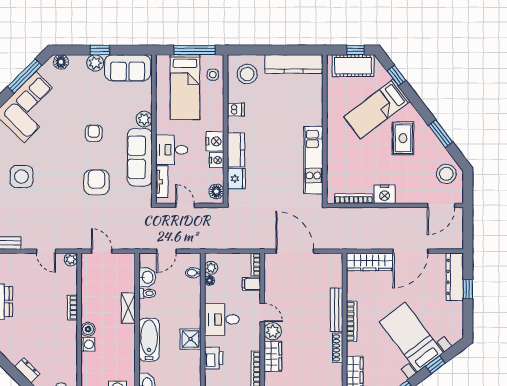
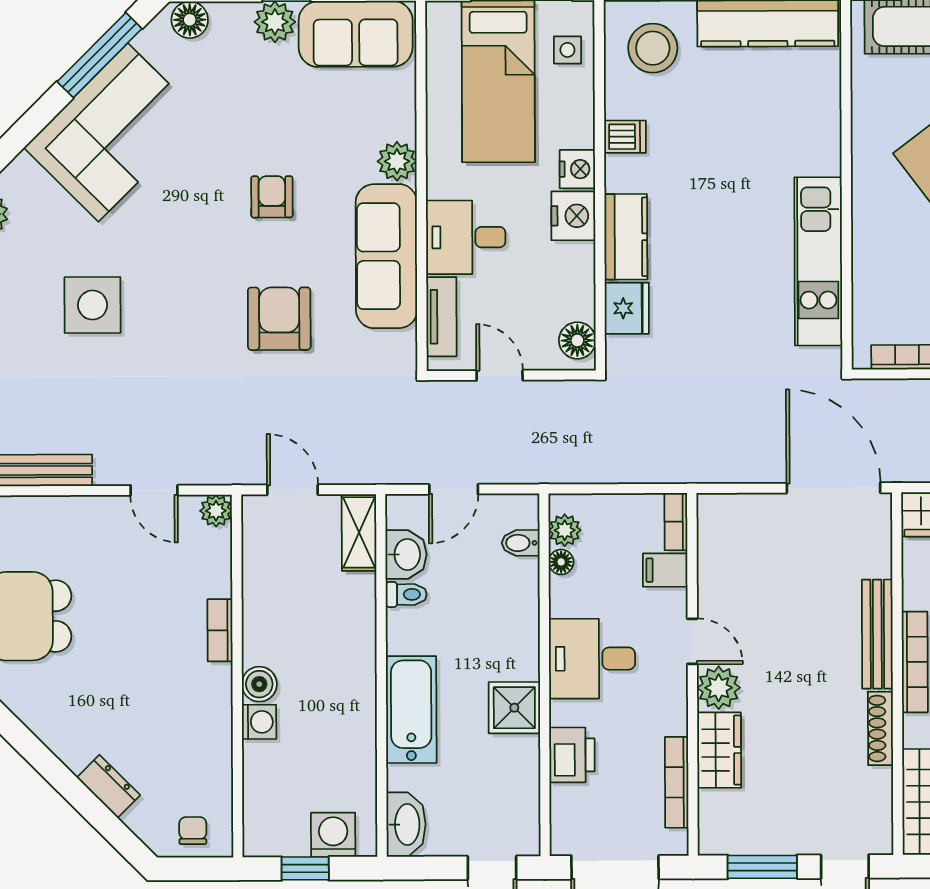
nightstand: (217, 160) -> (577, 169), moved
door: (295, 251) -> (833, 488), moved
shelving: (128, 308) -> (359, 532), moved

